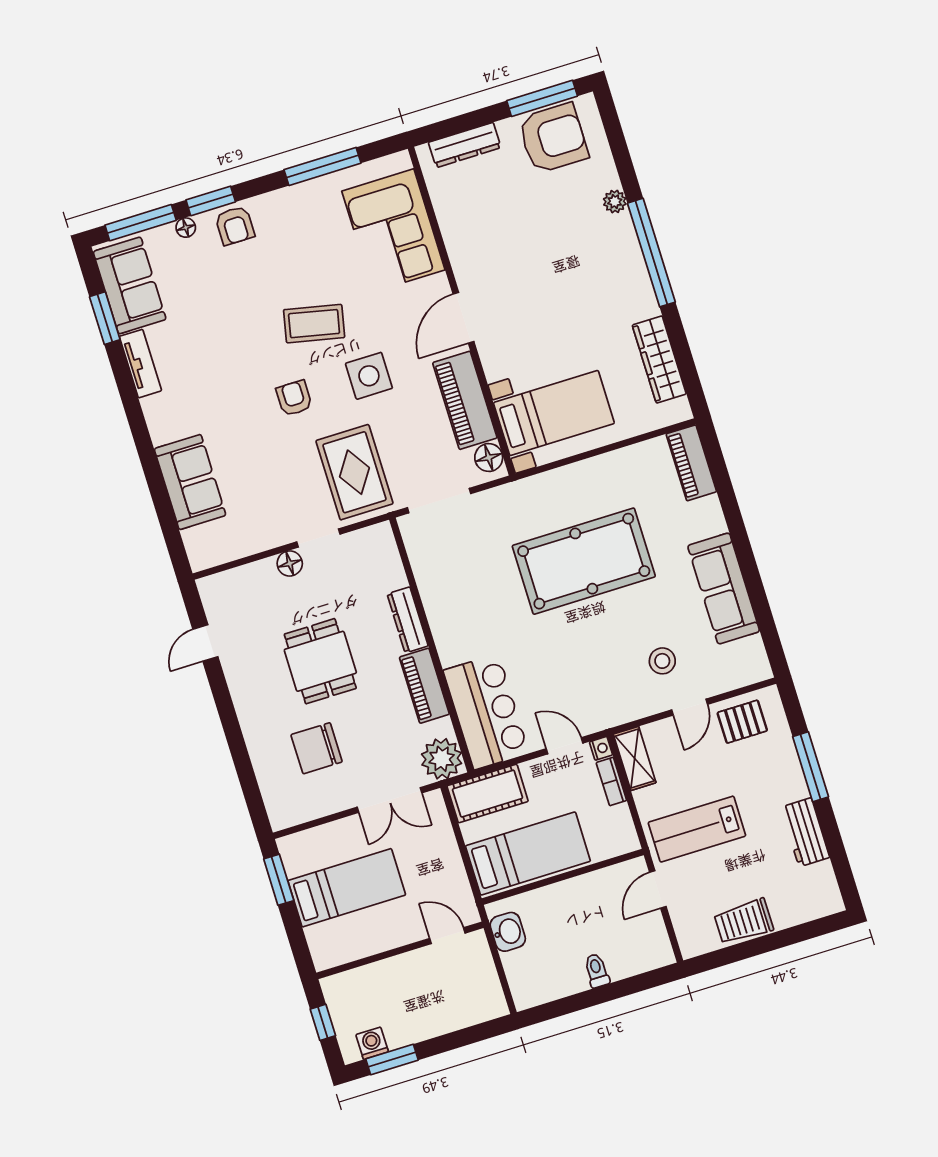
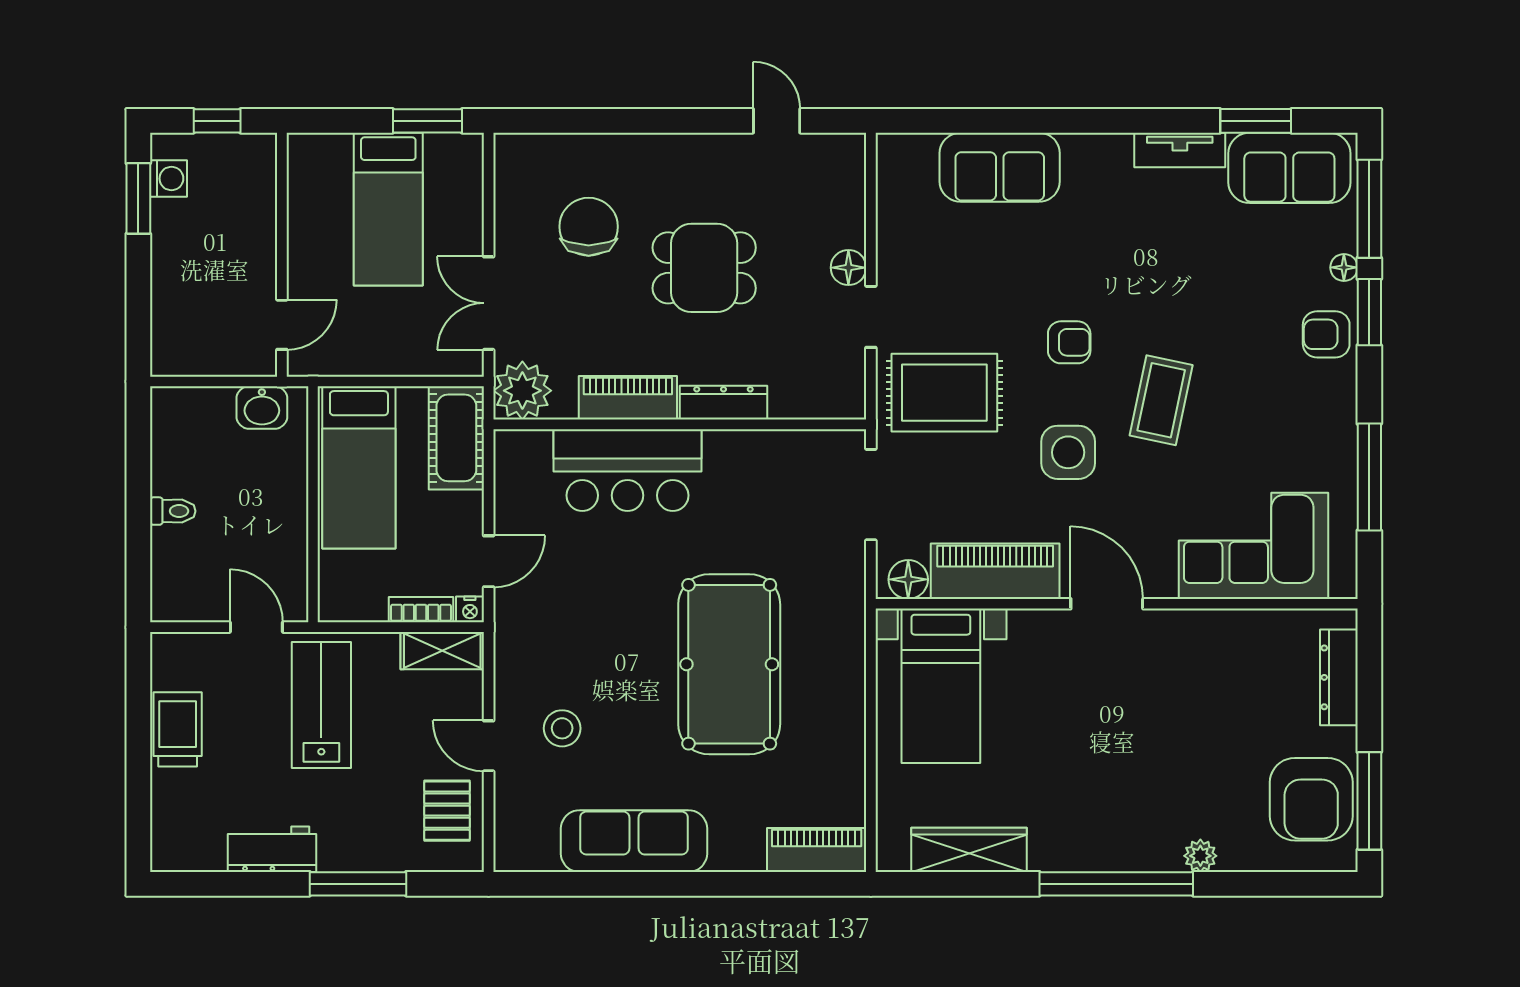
bar counter: (486, 712) -> (628, 470), moved

